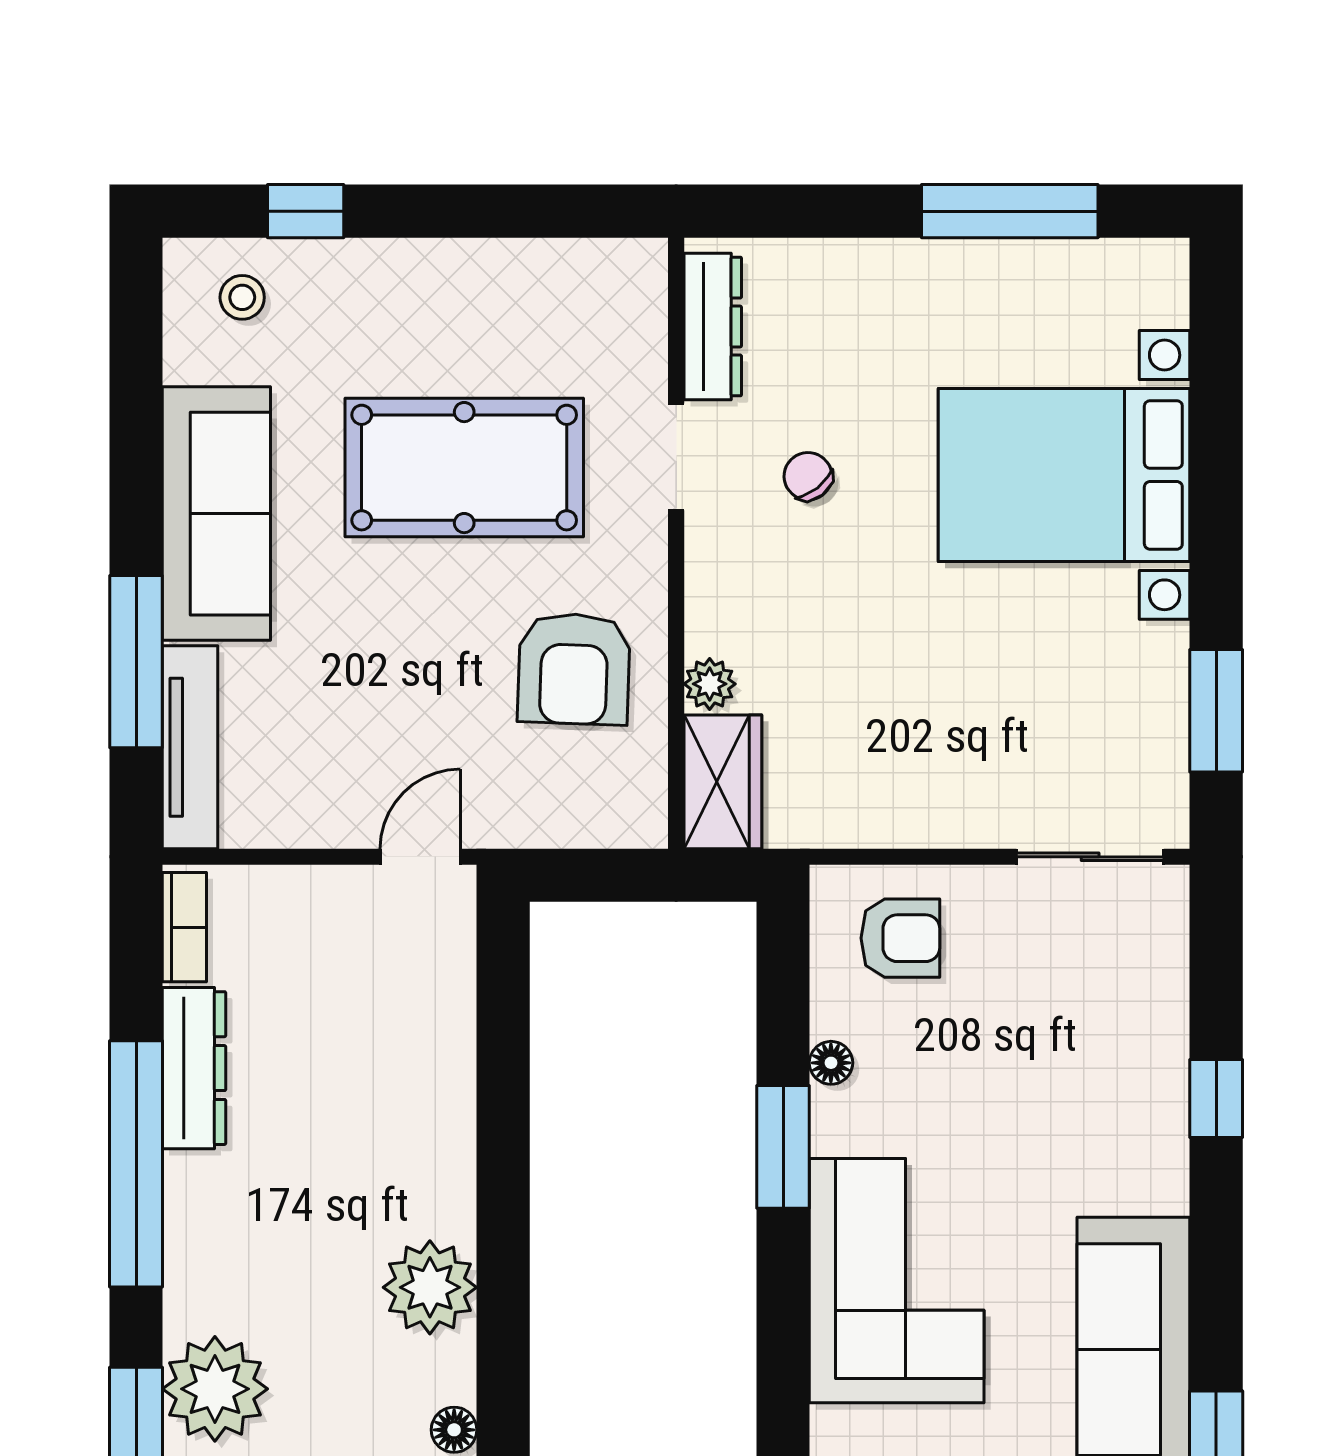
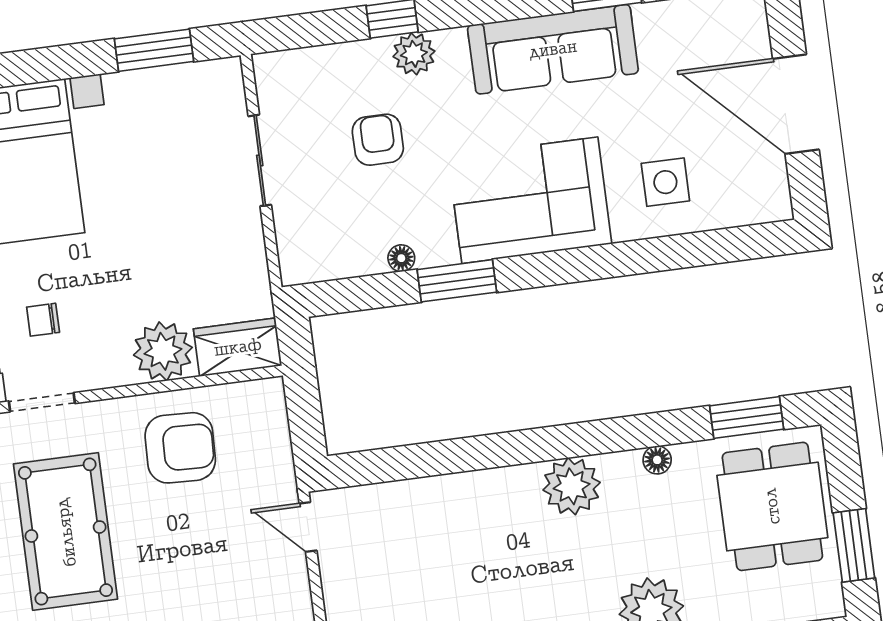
chair: (808, 476) -> (43, 320), turned 38
plant: (710, 684) -> (163, 351), width x1.88, depth x1.88
sliding door: (1090, 857) -> (260, 160), moved
armchair: (900, 938) -> (378, 140), moved
plant: (1155, 1126) -> (414, 54), added

